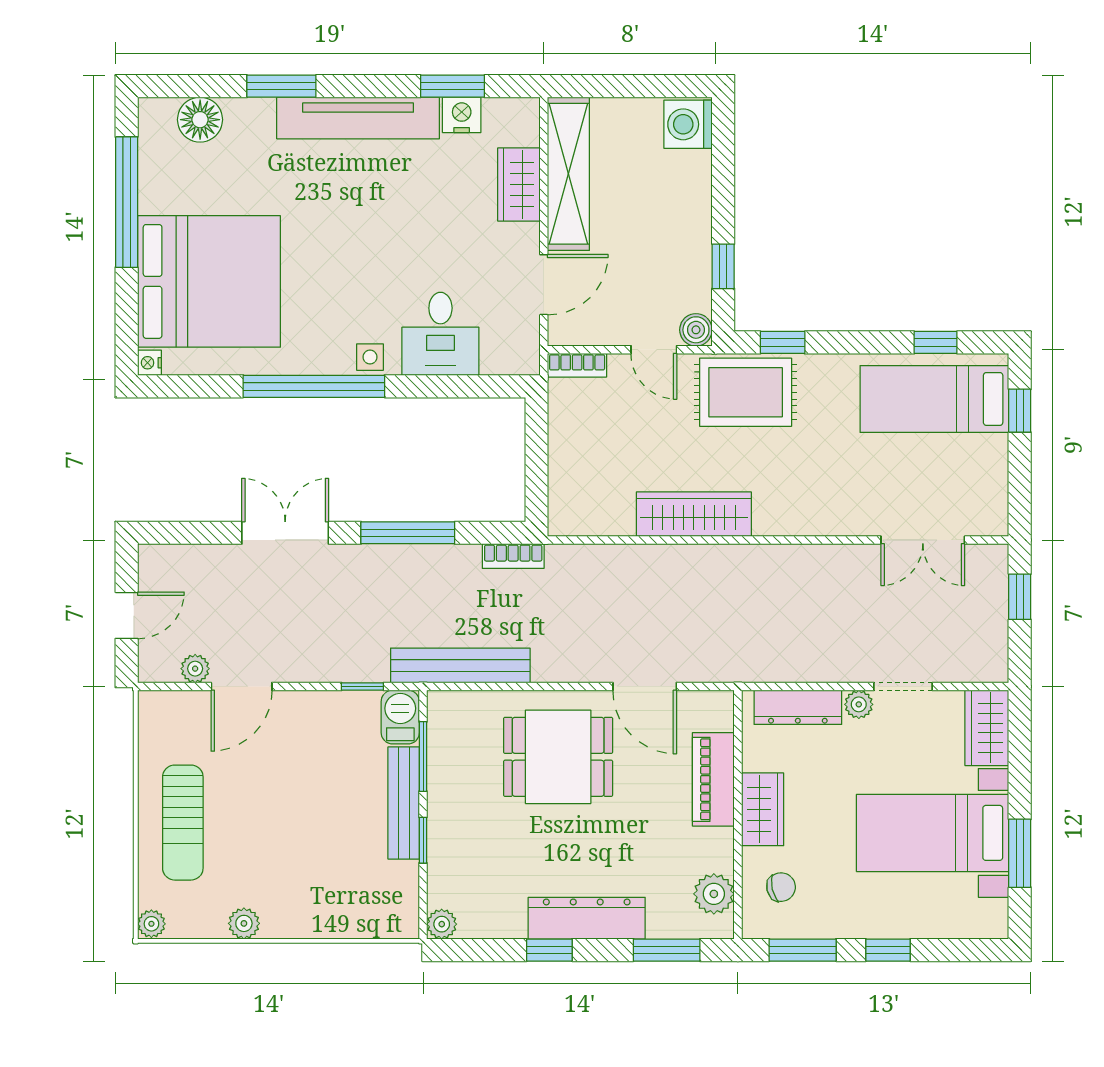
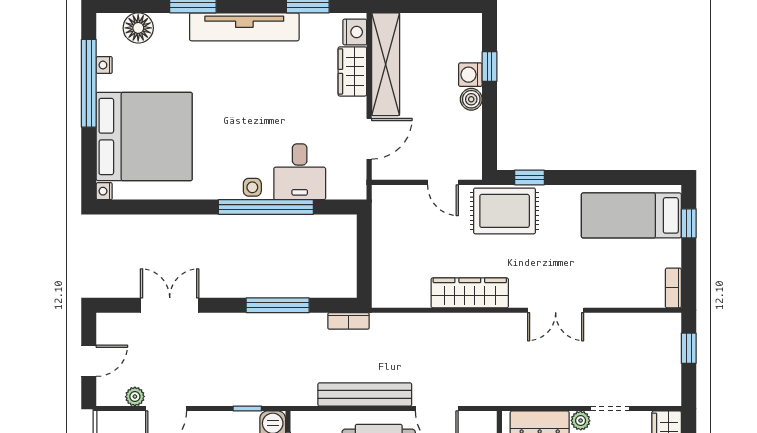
nightstand: (462, 115) -> (355, 32), moved, turned 90
washing machine: (688, 124) -> (470, 75), moved, width x0.73, depth x0.73
nightstand: (149, 175) -> (104, 65), added
window: (723, 266) -> (490, 67), moved
boiler: (696, 330) -> (471, 99), moved
window: (936, 342) -> (632, 177), removed
bookcase: (577, 365) -> (673, 288), moved, turned 90
window: (314, 386) -> (266, 207), moved
double door: (285, 533) -> (170, 305), moved
double door: (923, 540) -> (556, 310), moved
bench: (460, 665) -> (365, 394), moved

